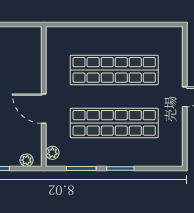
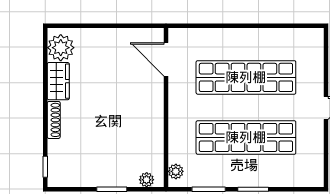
door: (44, 109) -> (166, 59), moved

